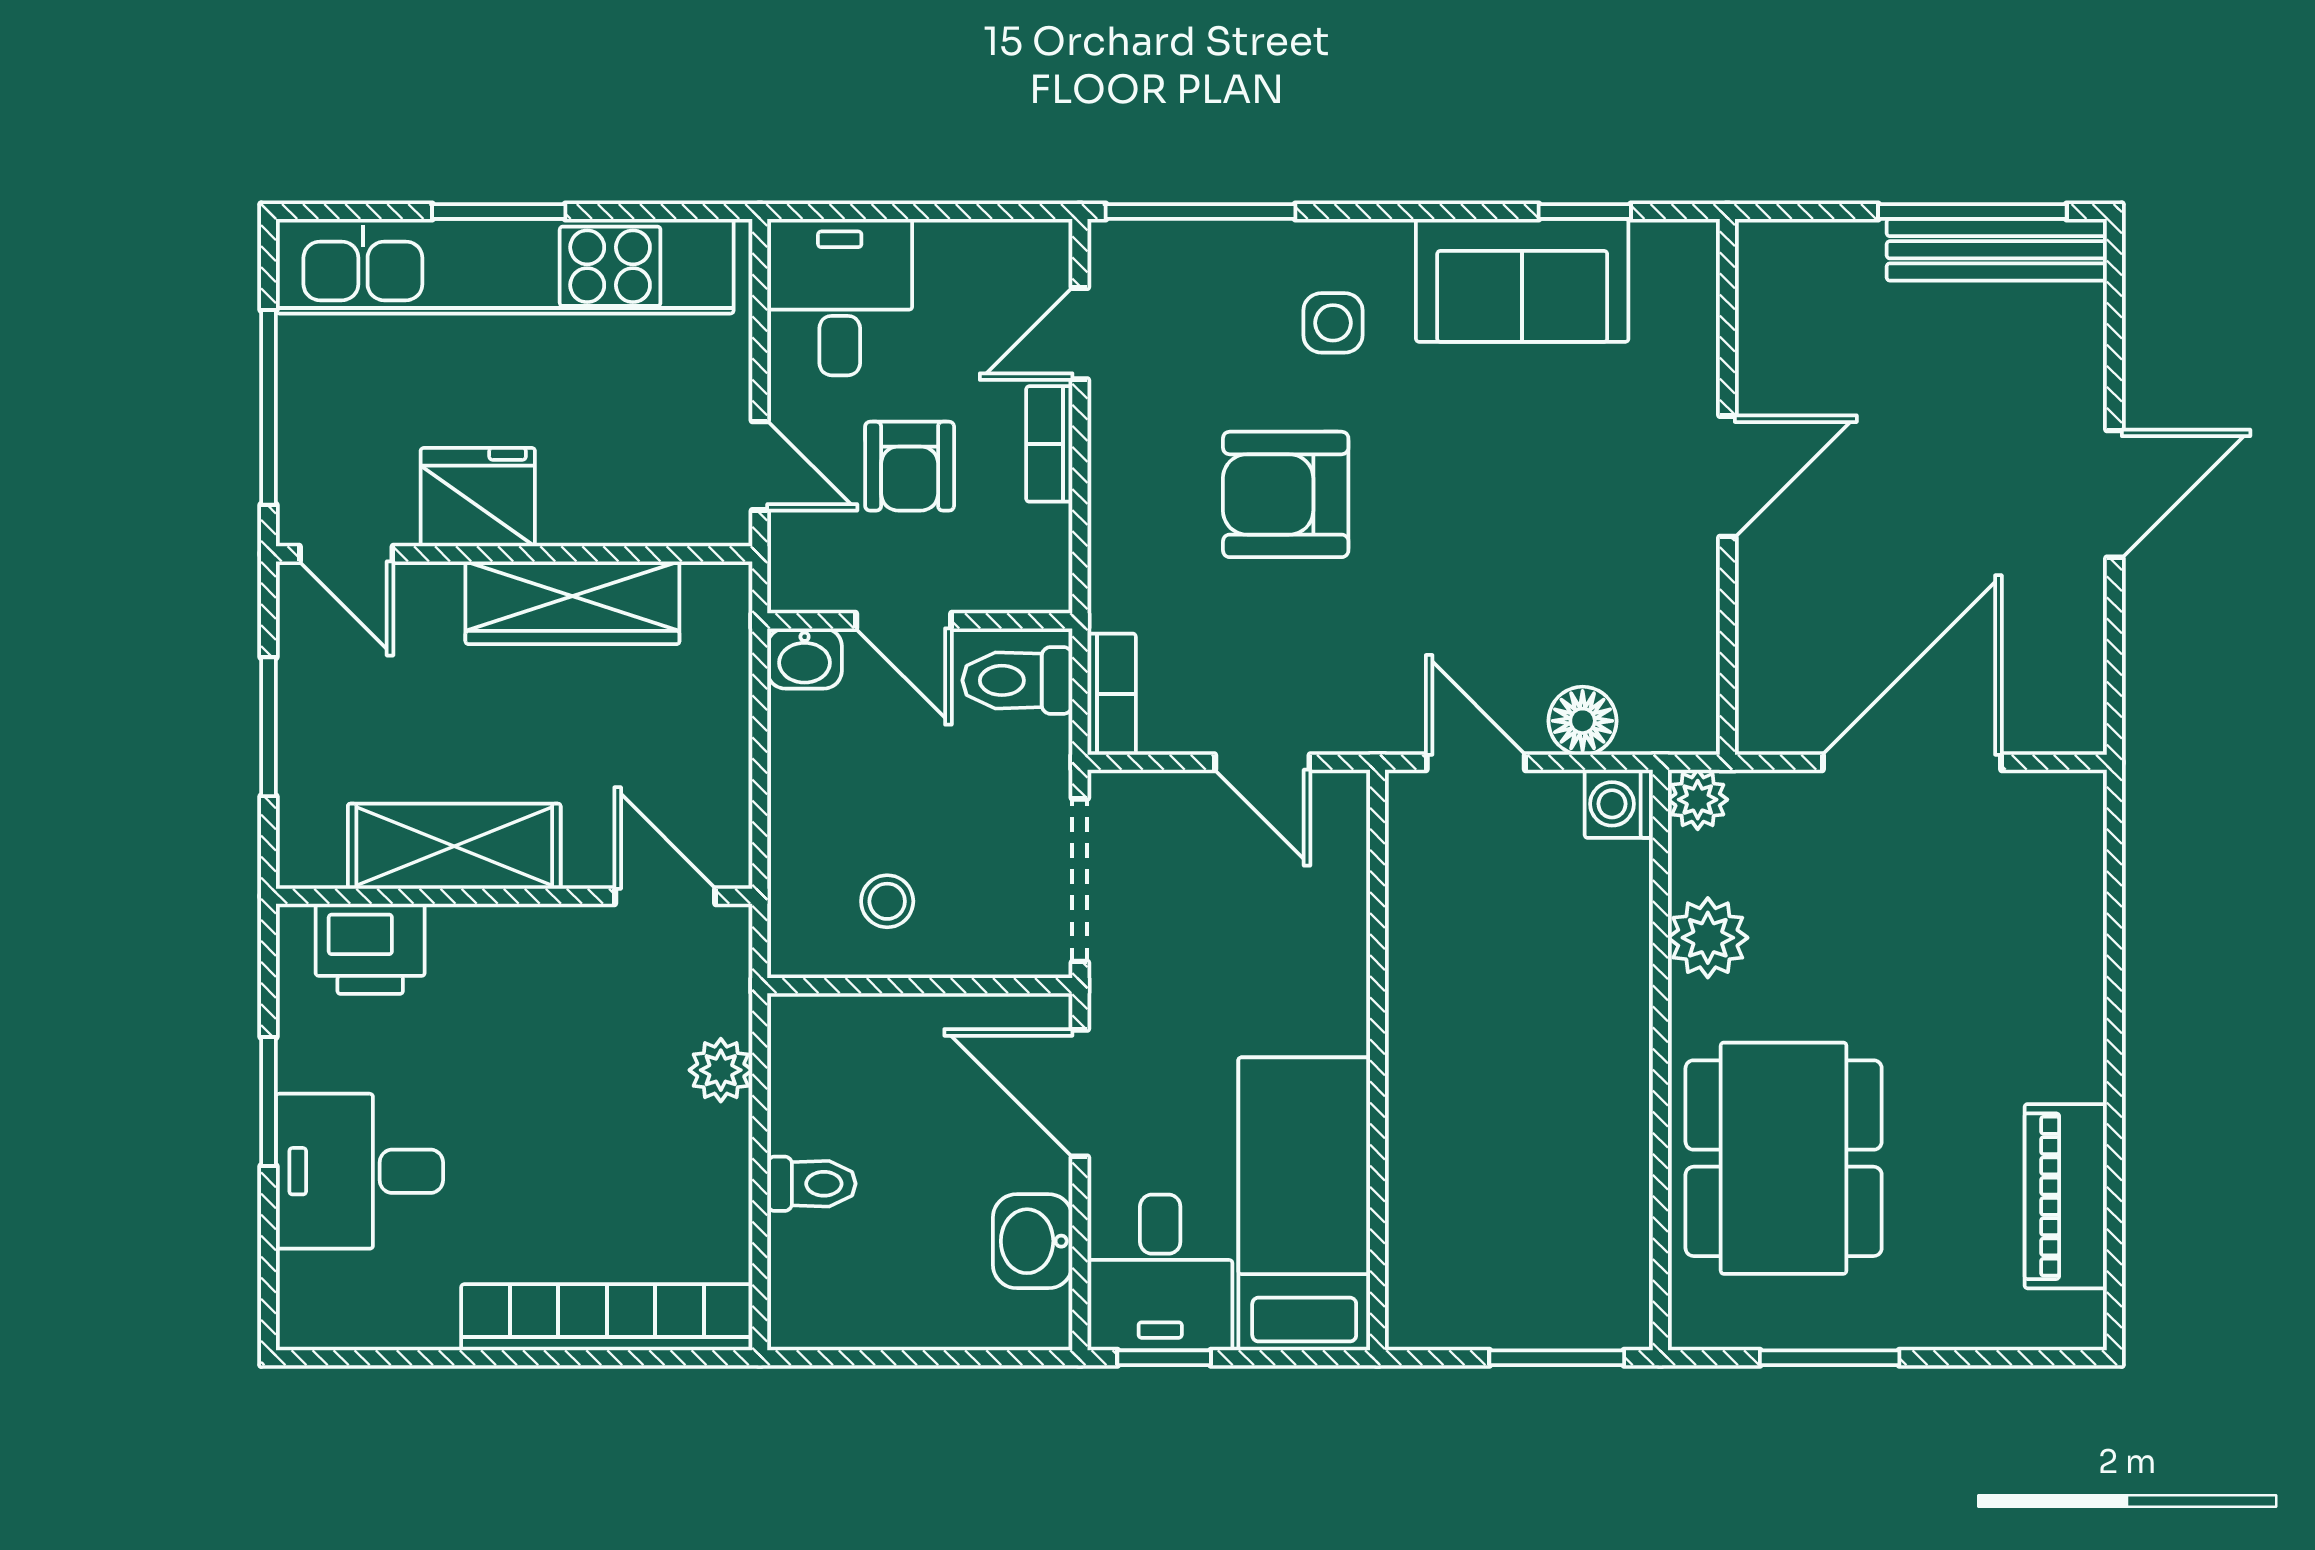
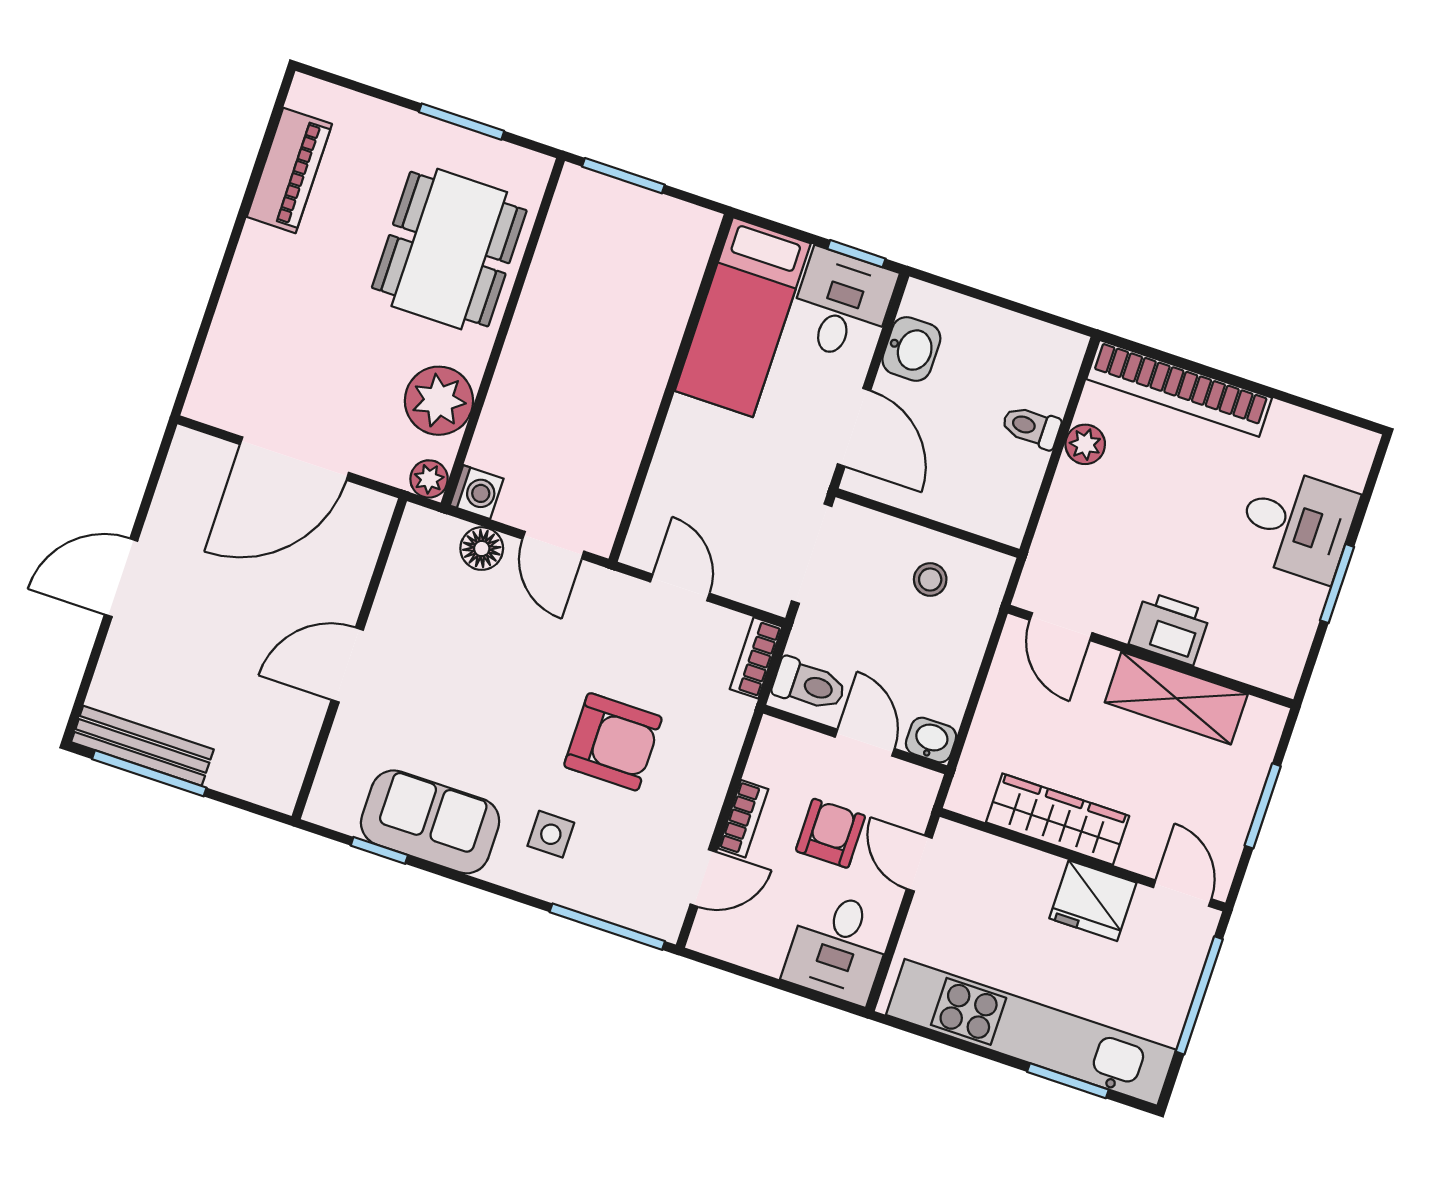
window: (499, 212) -> (1068, 1081), moved
plant: (1708, 938) -> (439, 401), width x1.36, depth x1.36
printer: (370, 949) -> (1170, 628), moved
plant: (721, 1070) -> (1085, 444), moved

